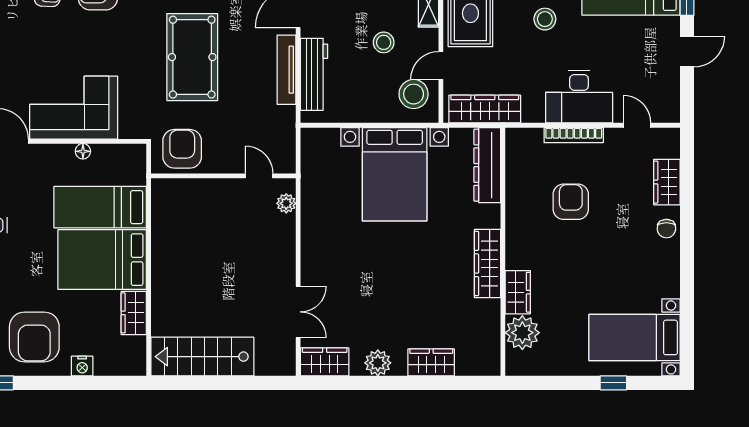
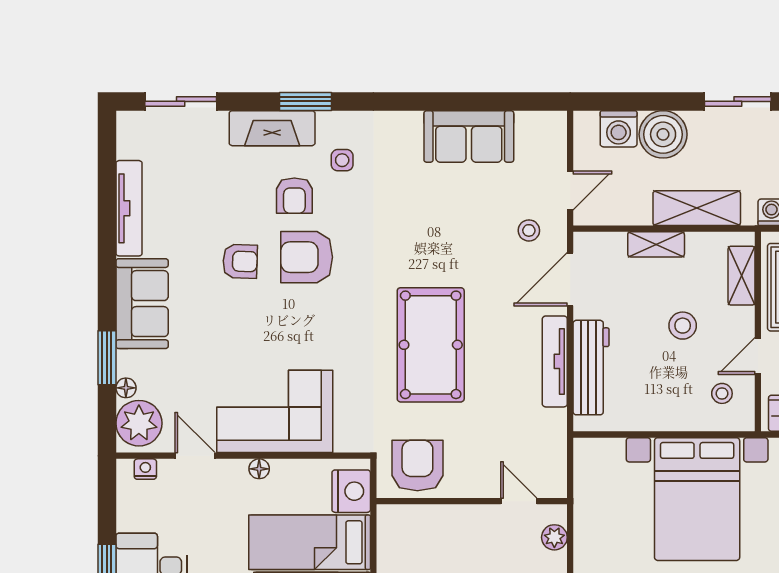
stool: (414, 94) -> (722, 393), width x0.53, depth x0.53
floor lamp: (83, 151) -> (259, 469), moved
nightstand: (132, 168) -> (351, 491), added

